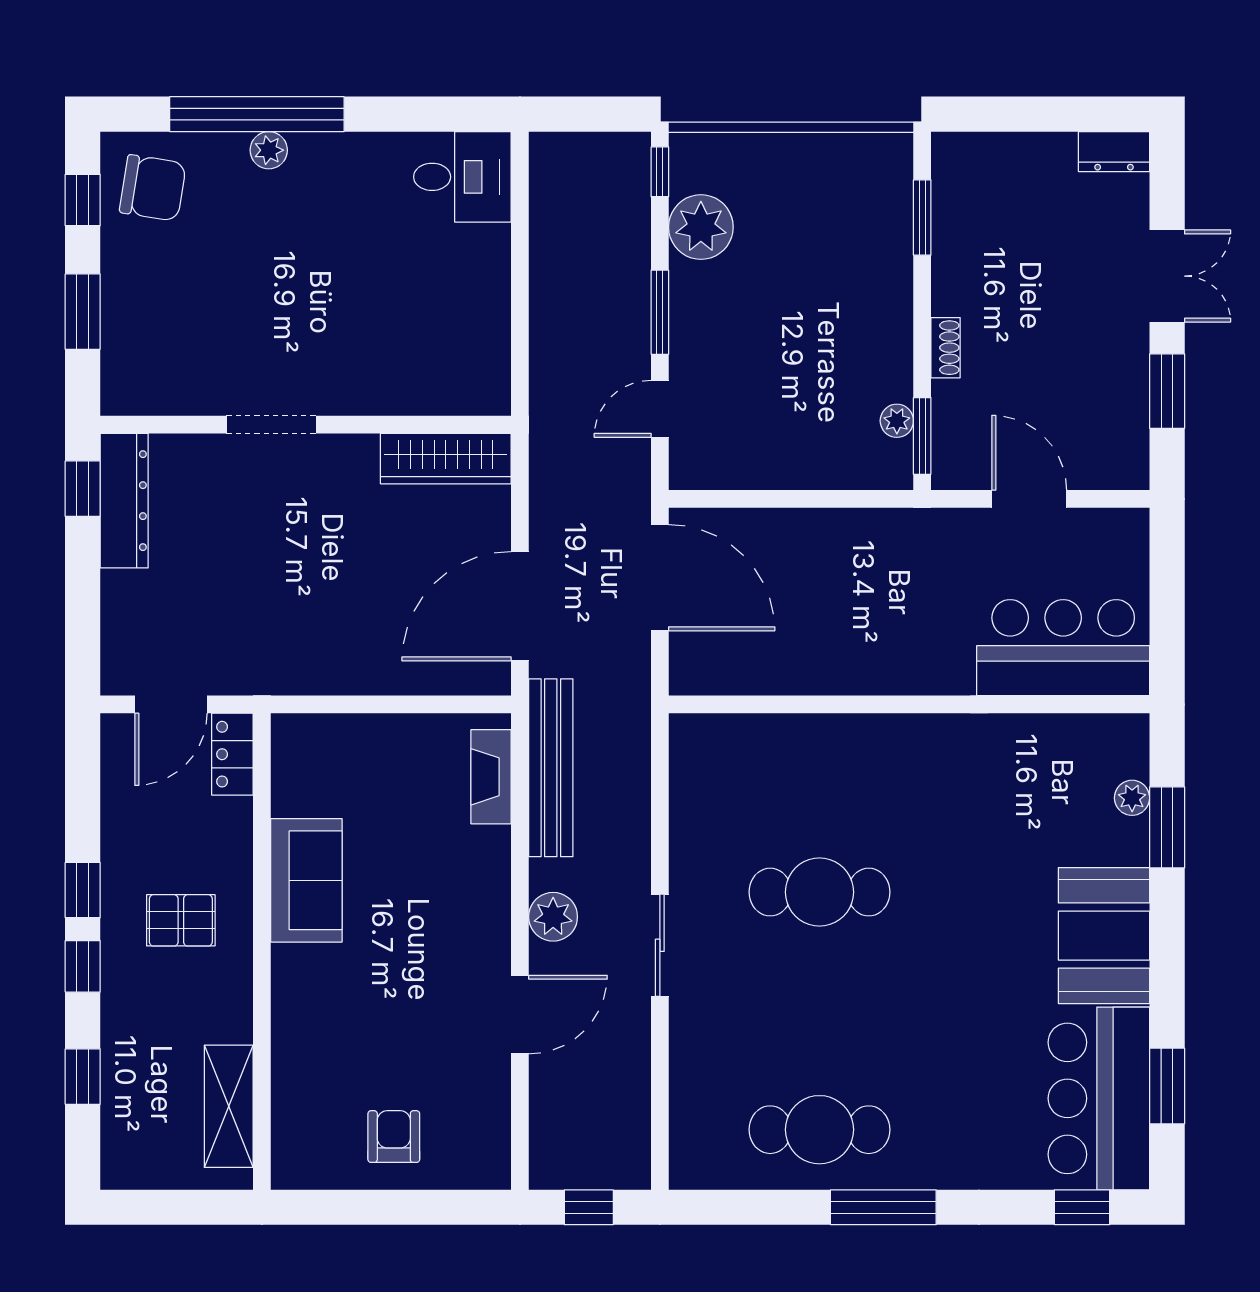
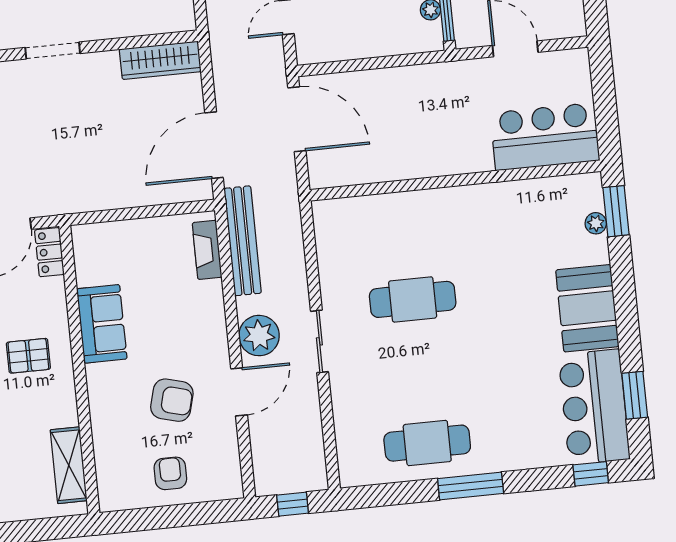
window: (1167, 827) -> (616, 211), moved
plant: (553, 917) -> (259, 336), width x1.36, depth x1.36
armchair: (408, 1017) -> (172, 400), added

